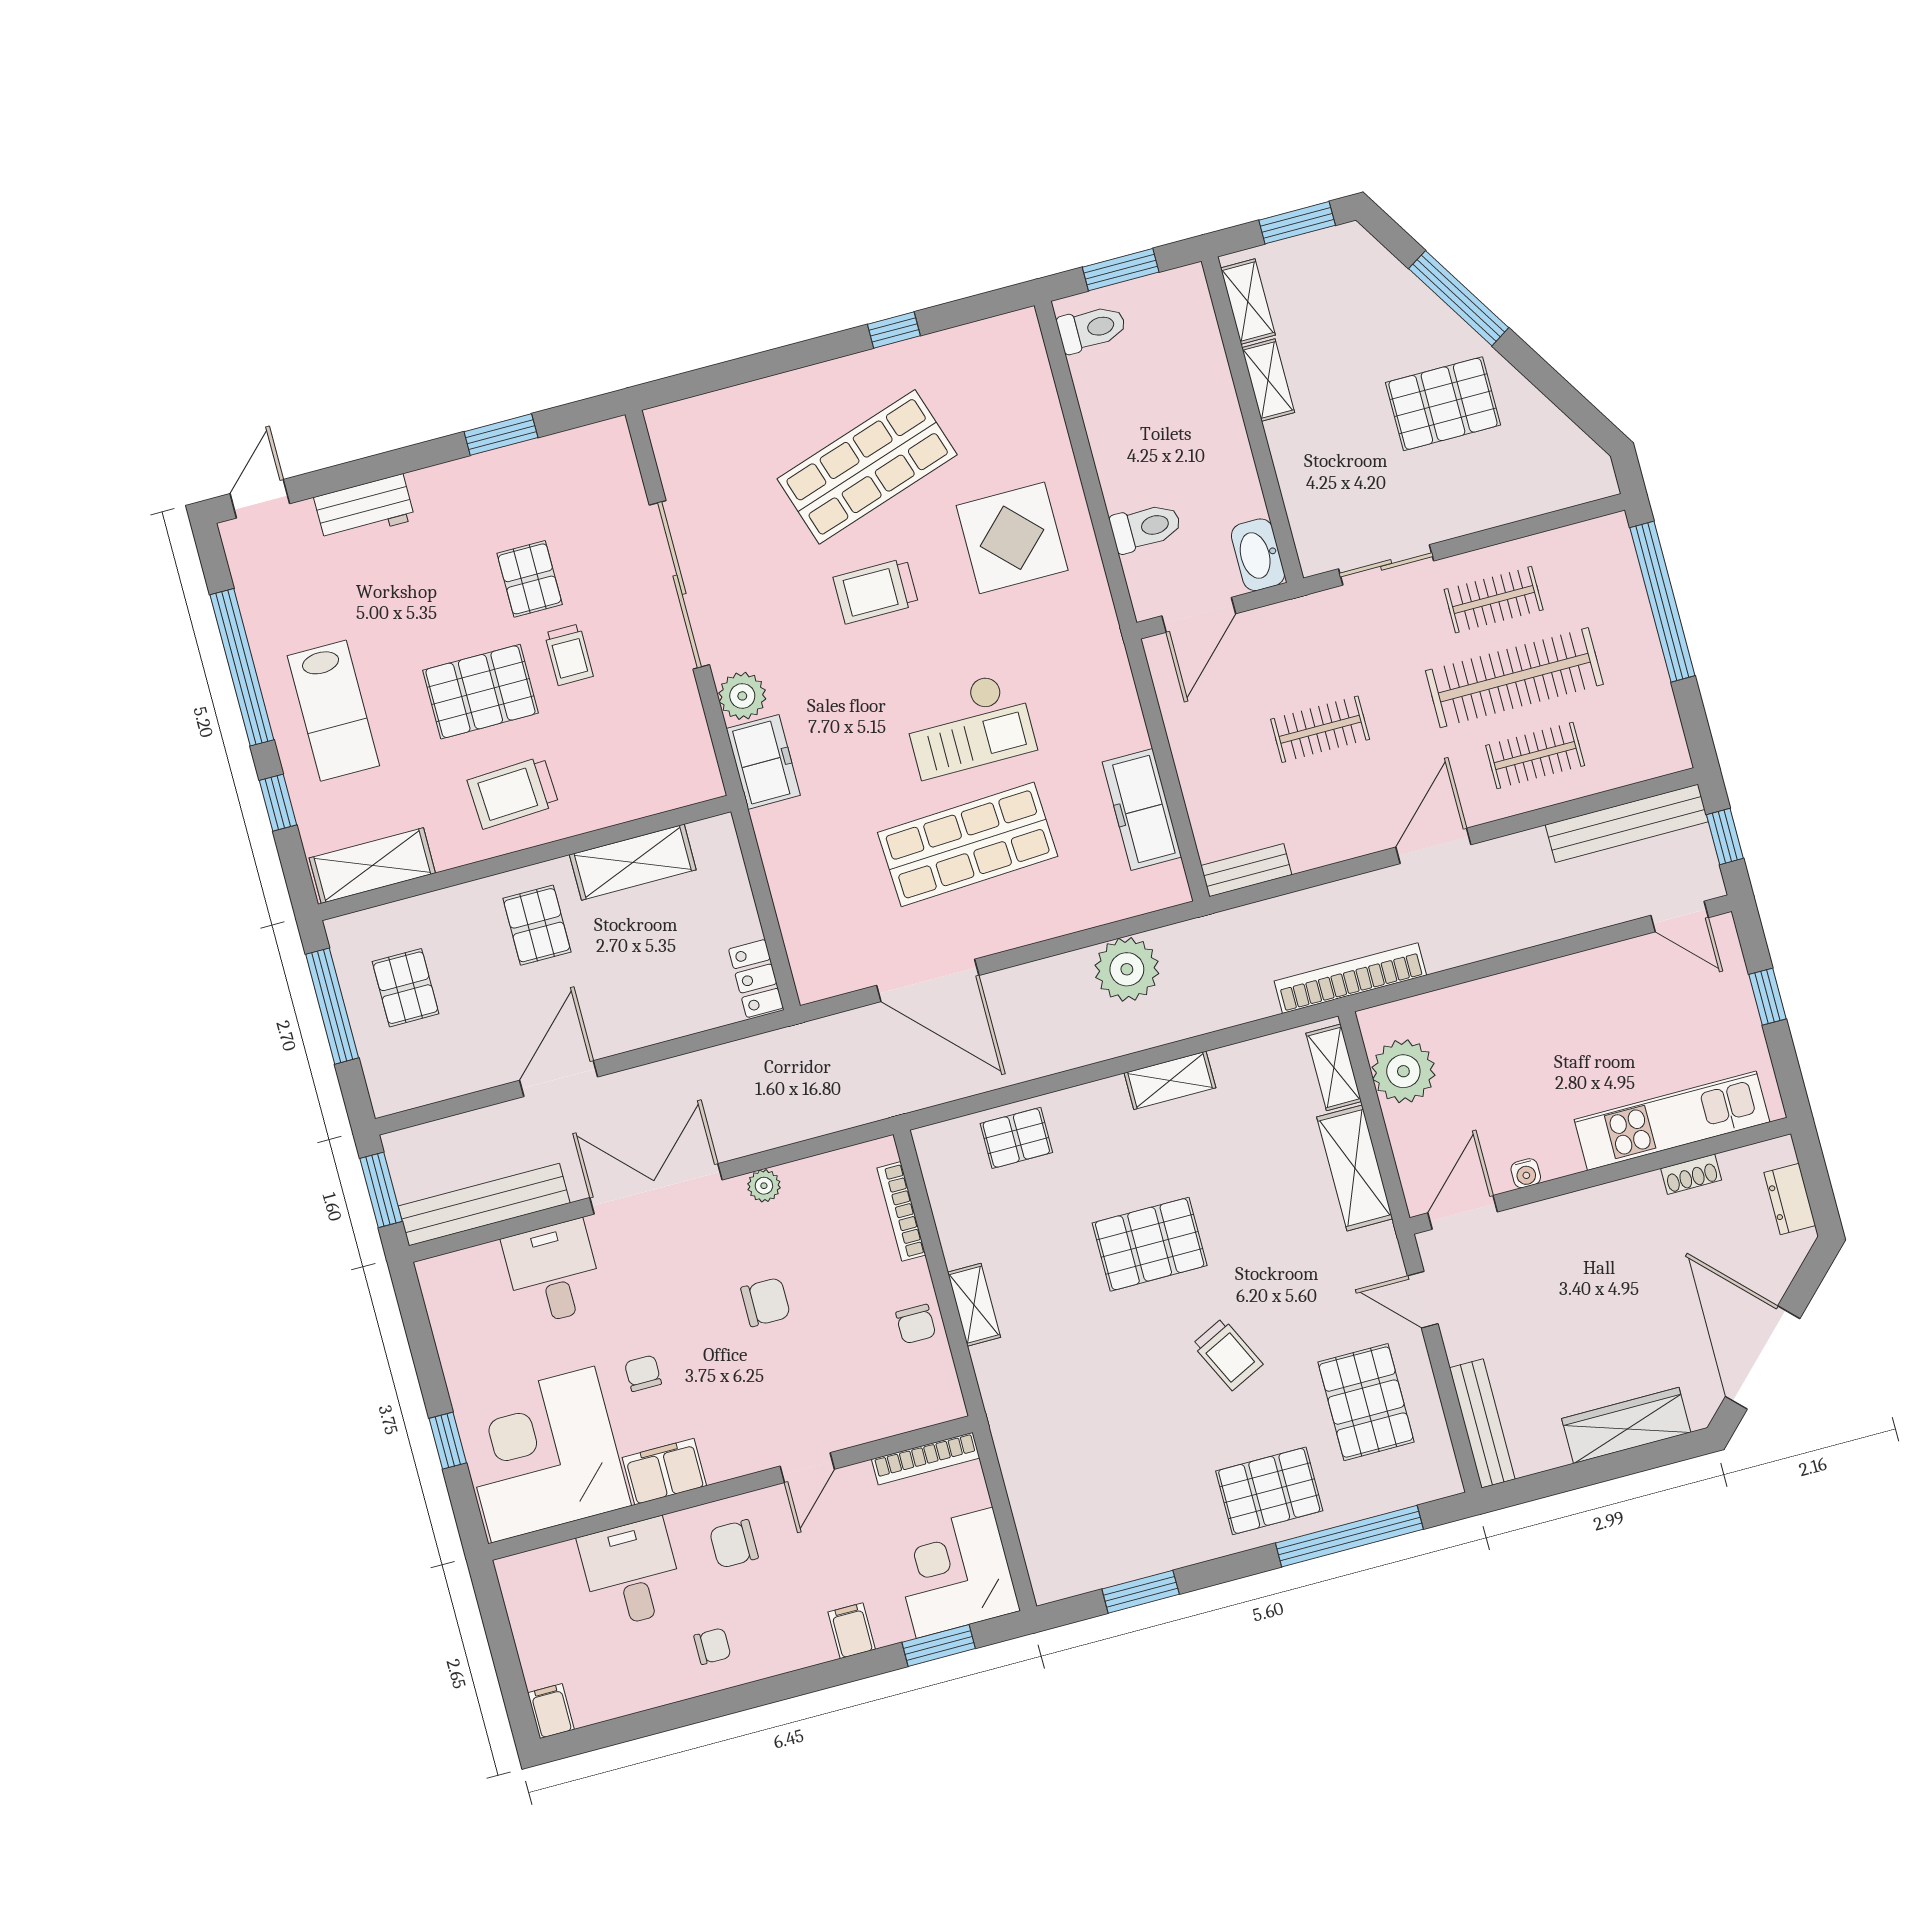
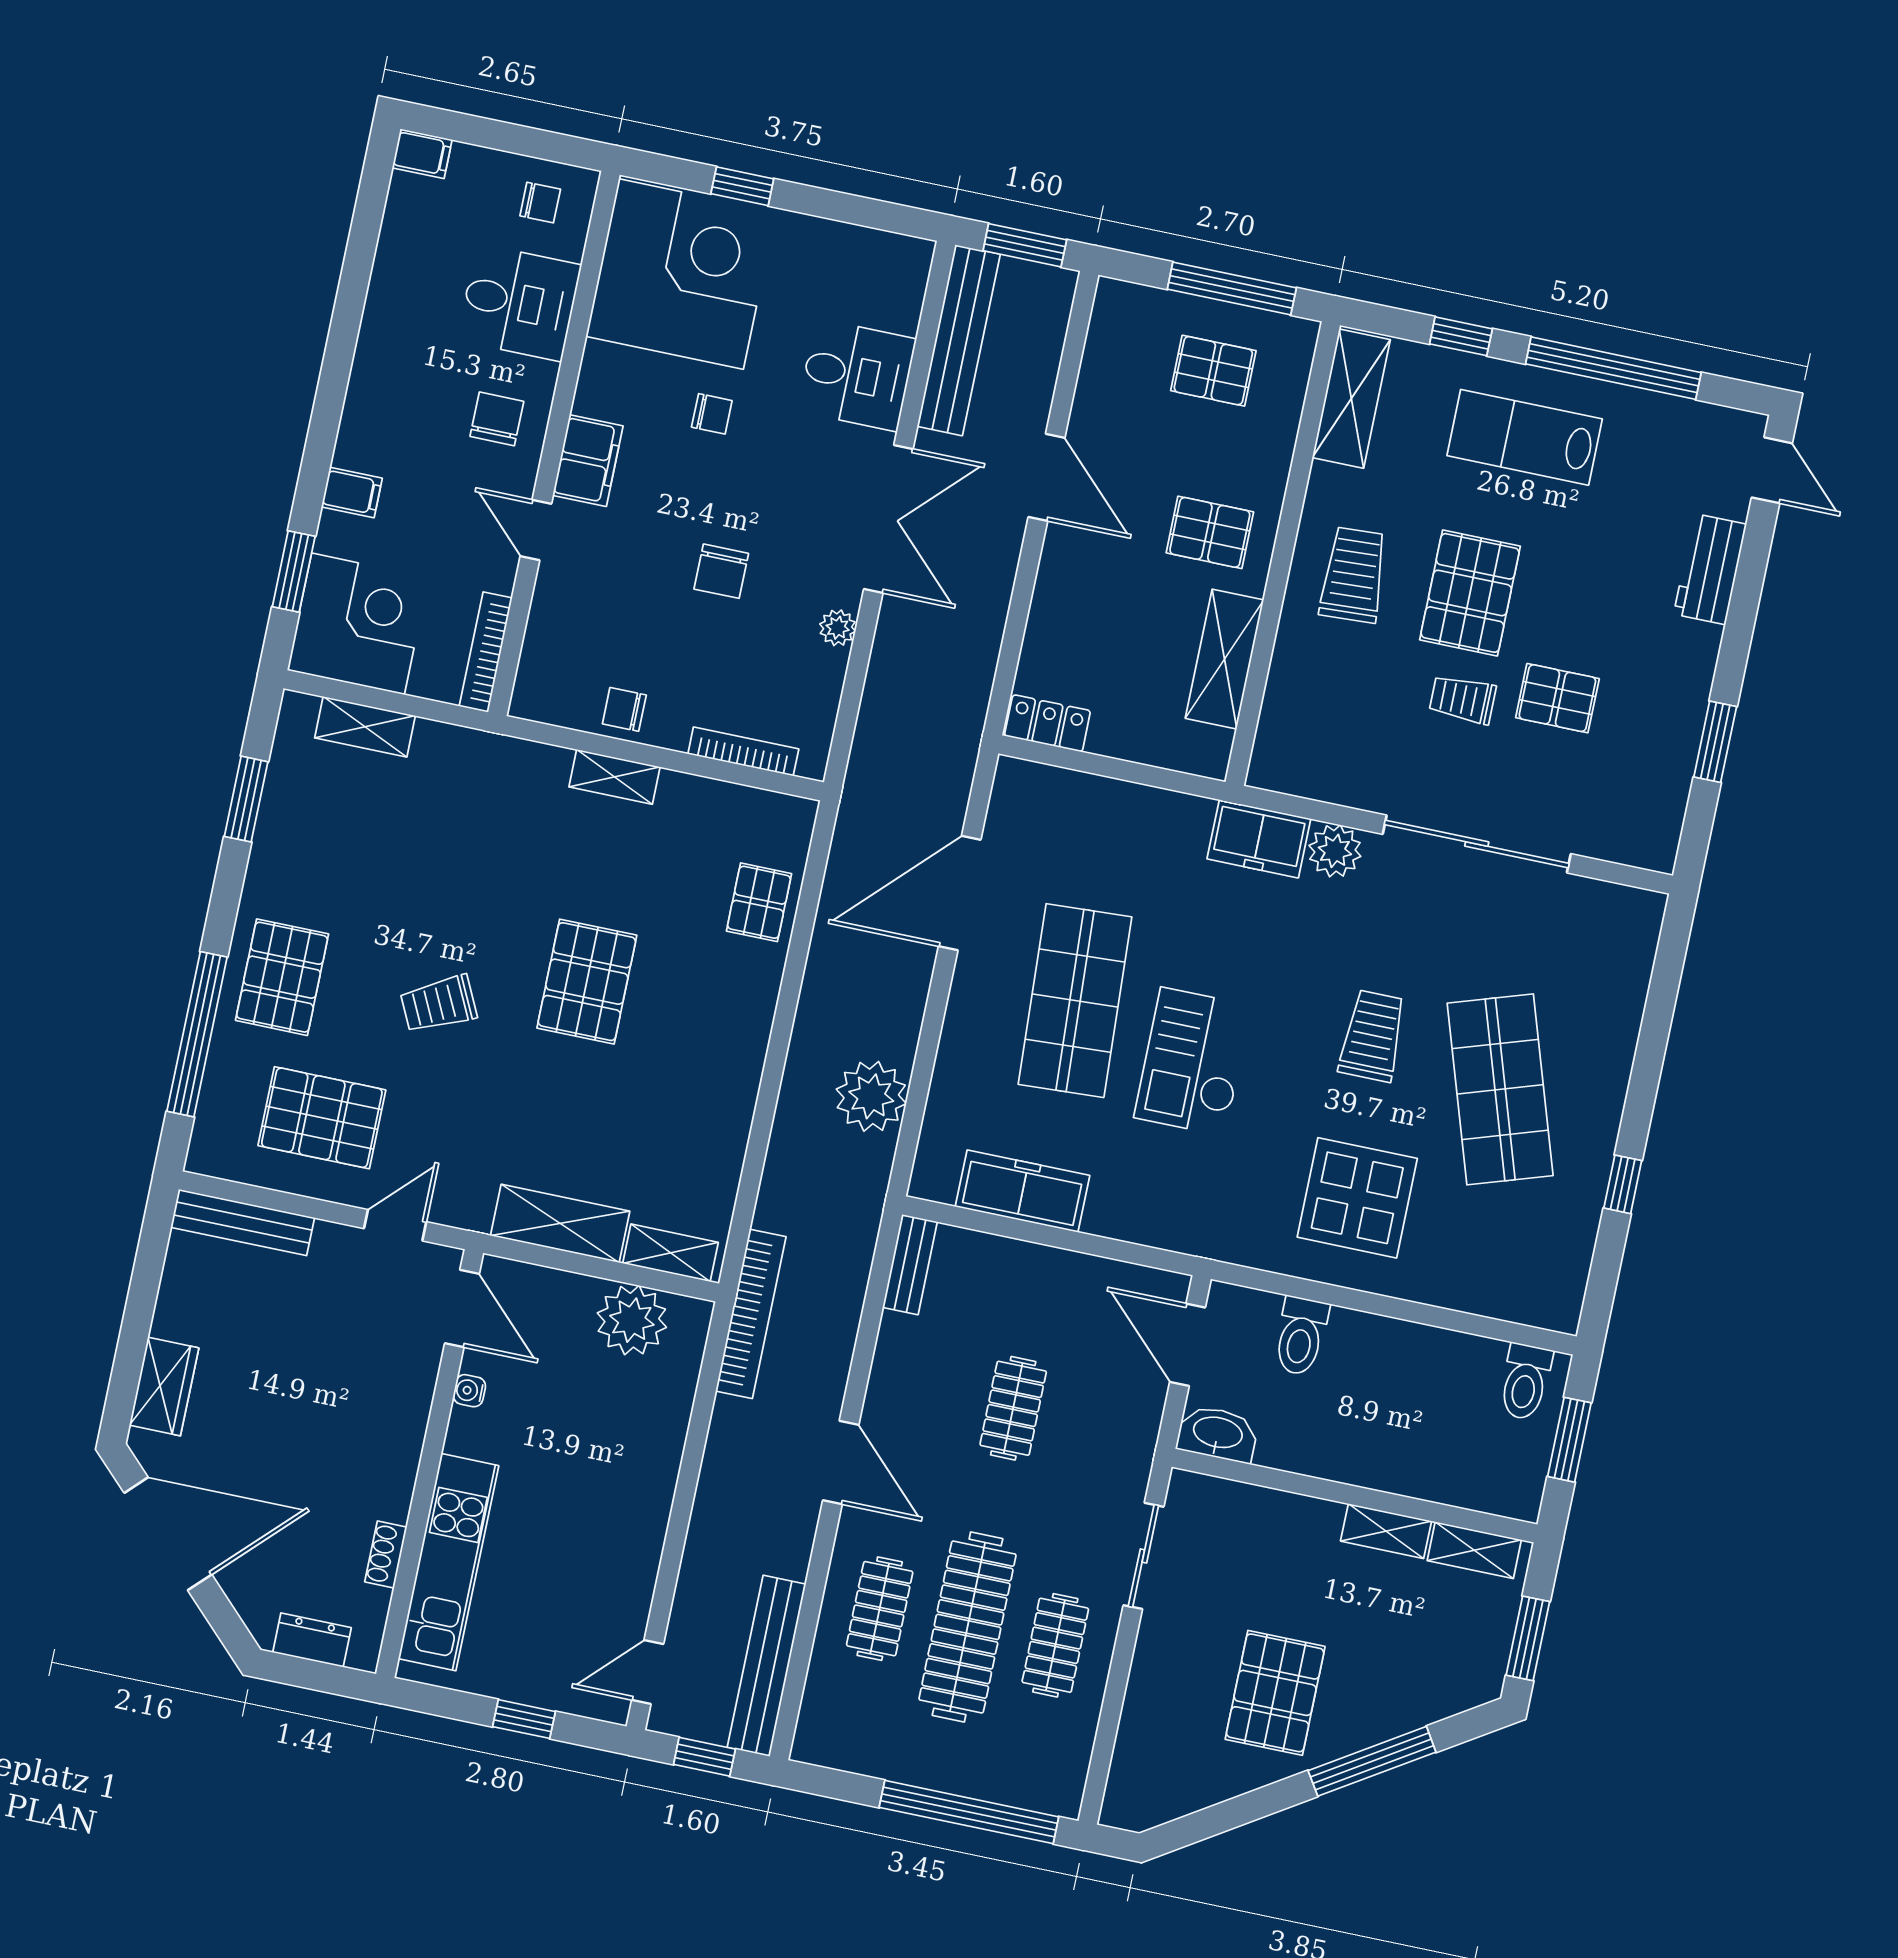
shelving: (1170, 1080) -> (365, 727), moved, turned 90
wardrobe: (1626, 1425) -> (164, 1386), width x0.67
filing cabinet: (664, 1472) -> (588, 461), moved
chair: (712, 1646) -> (540, 203), moved, turned -90

